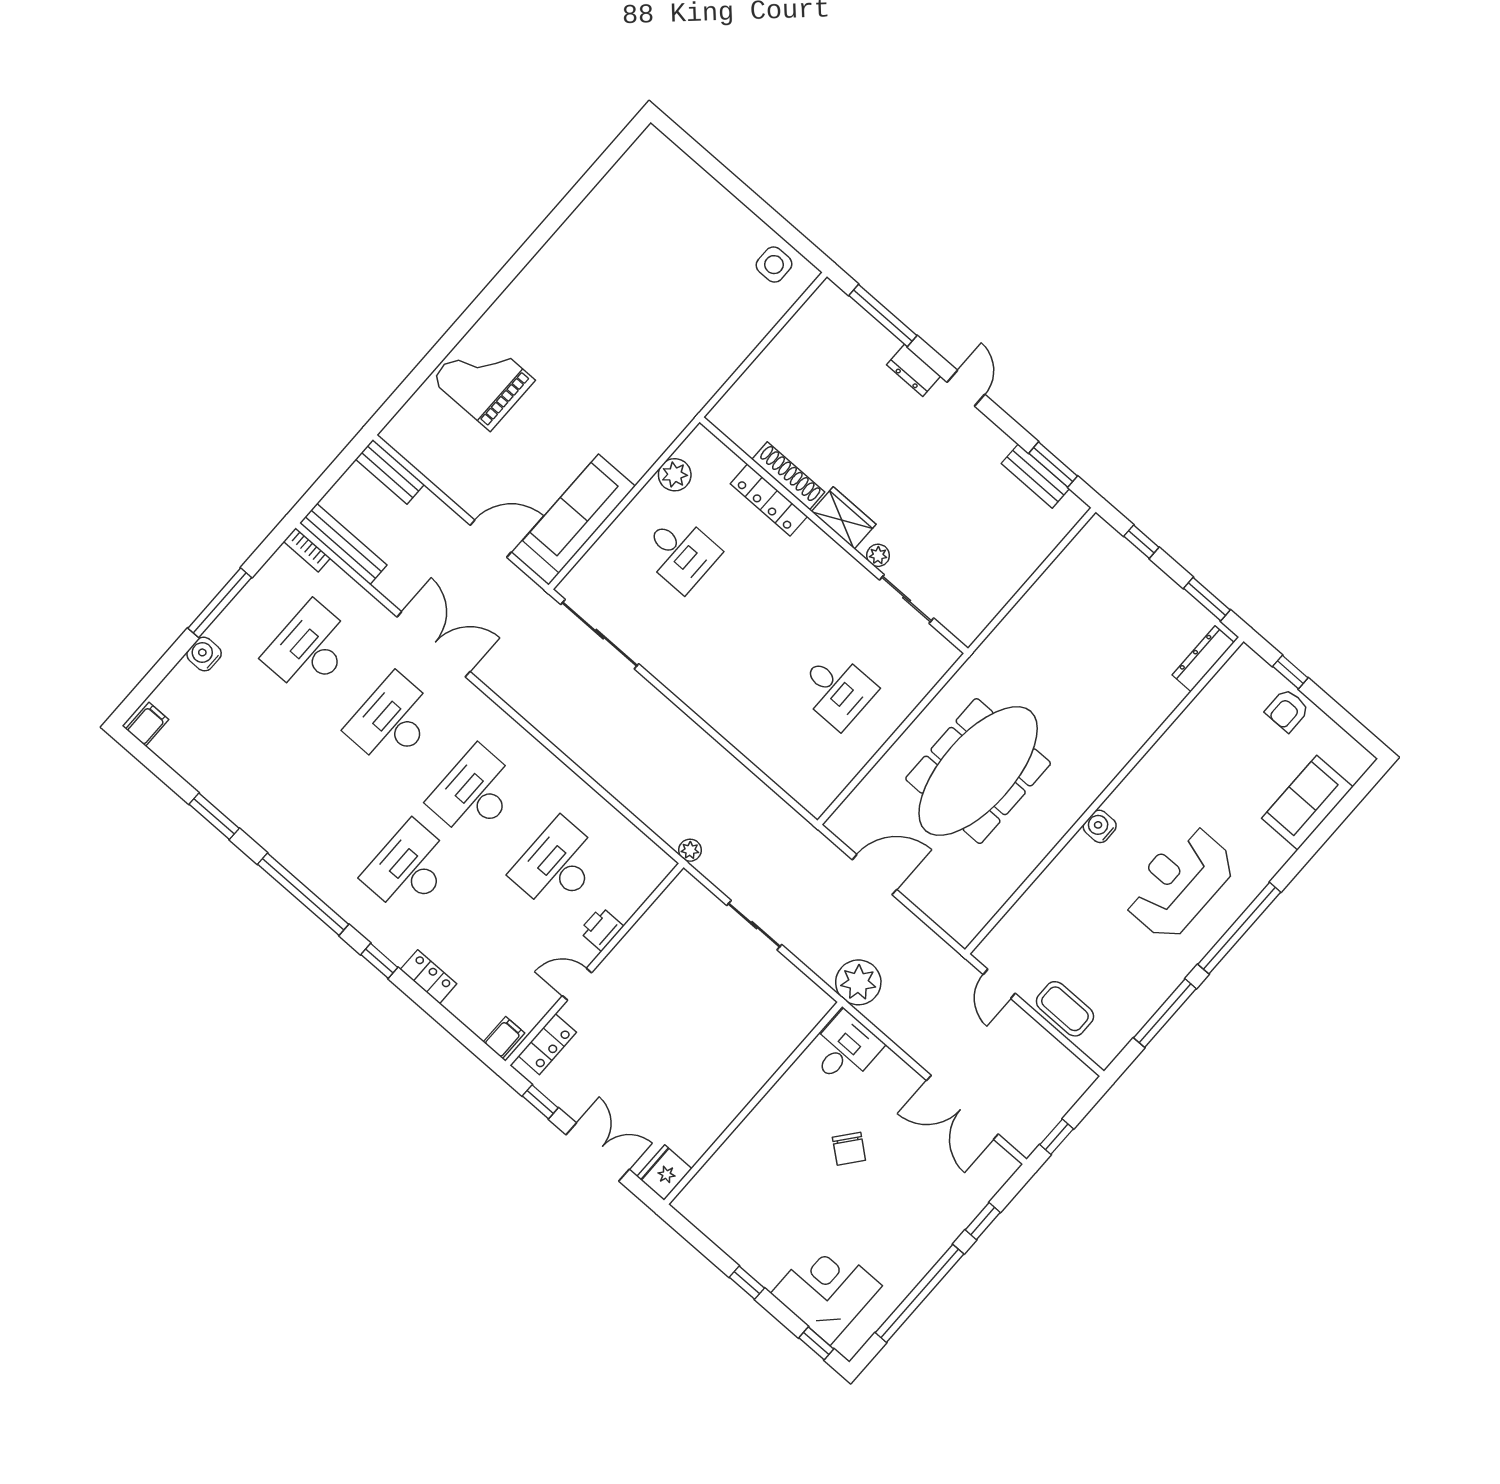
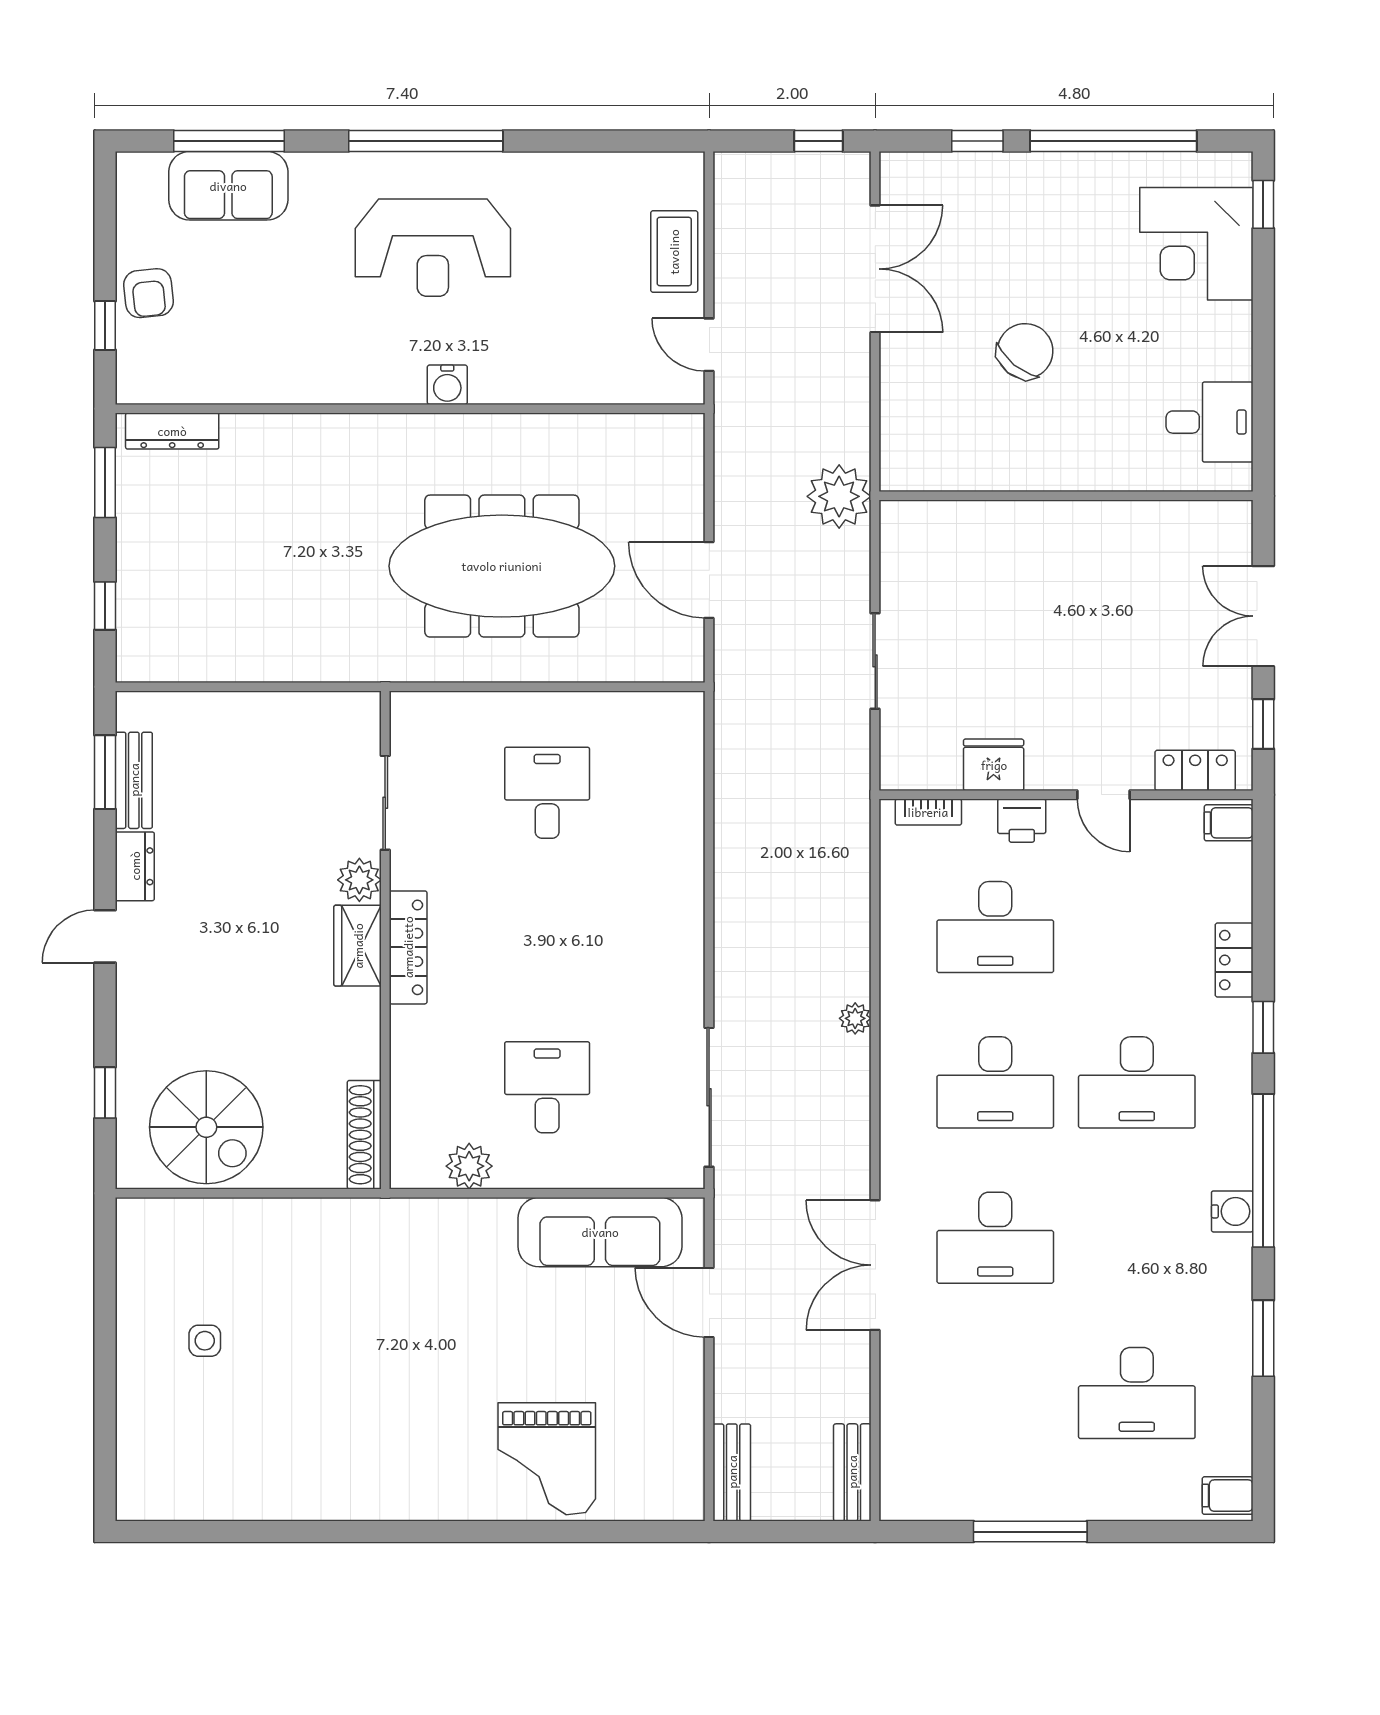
side table: (774, 265) -> (205, 1341), moved, width x0.73, depth x0.73
window: (883, 316) -> (105, 1093), width x0.46
spiral stairs: (817, 353) -> (206, 1127), added
dresser: (914, 370) -> (135, 866), moved
shoe rack: (788, 476) -> (364, 1135), moved
locker: (769, 500) -> (408, 947), moved
bench: (343, 544) -> (852, 1472), width x0.73
bookcase: (307, 550) -> (928, 812), moved, turned 90
plant: (878, 555) -> (359, 880), width x1.38, depth x1.38
desk: (310, 649) -> (1137, 1393), moved
water cooler: (204, 654) -> (1232, 1211), moved, turned -90
armchair: (1287, 710) -> (148, 293), turned 84
plant: (690, 850) -> (855, 1018), moved
door: (999, 984) -> (709, 345), swing flipped
window: (1165, 1013) -> (229, 141), moved
desk: (845, 1049) -> (1210, 422), moved, turned 180
chair: (849, 1149) -> (1025, 351), width x1.37, depth x1.37
fridge: (664, 1173) -> (994, 765), moved, turned 180
window: (747, 1283) -> (1263, 335), removed

